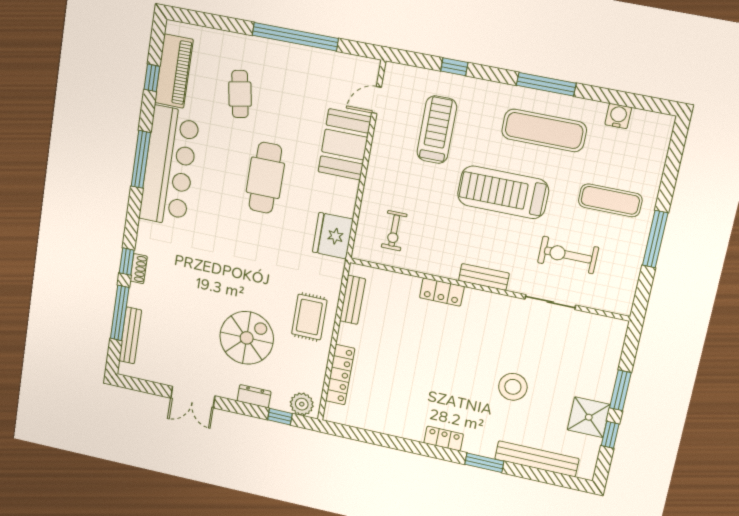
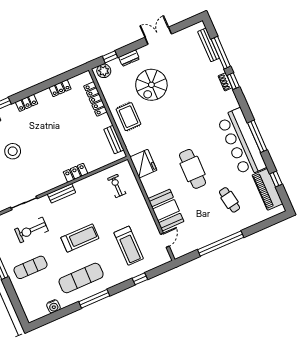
treadmill: (503, 192) -> (80, 238), width x0.73, depth x0.73
exercise bike: (568, 255) -> (31, 230), turned 180
locker: (381, 425) -> (60, 88), added

